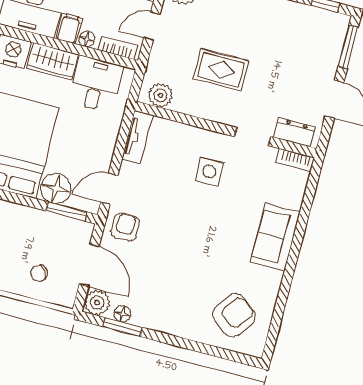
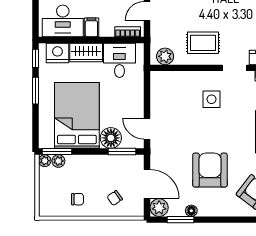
floor lamp: (87, 39) -> (105, 31), removed
rug: (221, 70) -> (203, 43), moved
tv unit: (137, 137) -> (157, 89), removed
door: (109, 189) -> (147, 129), hinge flipped
armchair: (125, 227) -> (210, 170), moved, width x1.88, depth x1.88
floor lamp: (122, 314) -> (191, 211), moved

